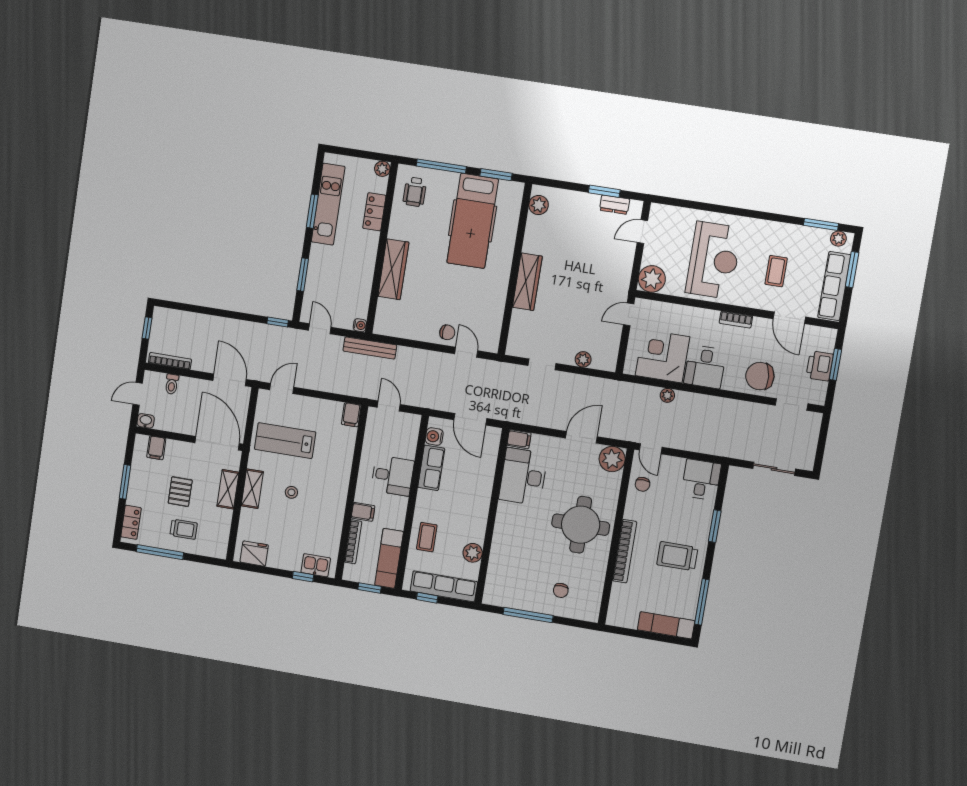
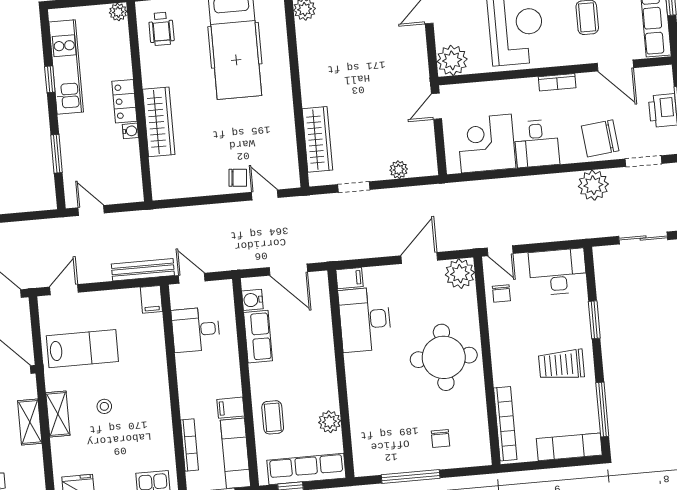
window: (312, 211) -> (50, 79), width x0.67
locker: (374, 212) -> (124, 101), moved
wardrobe: (527, 282) -> (317, 139), moved
window: (278, 322) -> (41, 215), removed
water cooler: (360, 325) -> (130, 131), moved
bench: (370, 348) -> (143, 270), moved
plant: (667, 395) -> (593, 185), moved, width x1.88, depth x1.88
lab bench: (285, 441) -> (82, 349), turned 180
desk: (392, 476) -> (196, 330), moved, turned 180
desk: (701, 480) -> (558, 272), width x1.37
filing cabinet: (363, 512) -> (231, 408), moved, turned 180
bookcase: (625, 551) -> (505, 424), moved

